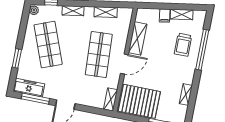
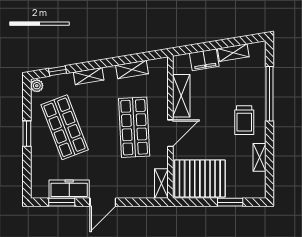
filing cabinet: (165, 16) -> (204, 60), width x2.00
trolley: (183, 45) -> (244, 120), moved
window: (17, 58) -> (27, 134), moved
freezer: (29, 88) -> (69, 189), moved
window: (35, 99) -> (62, 202), width x0.69

